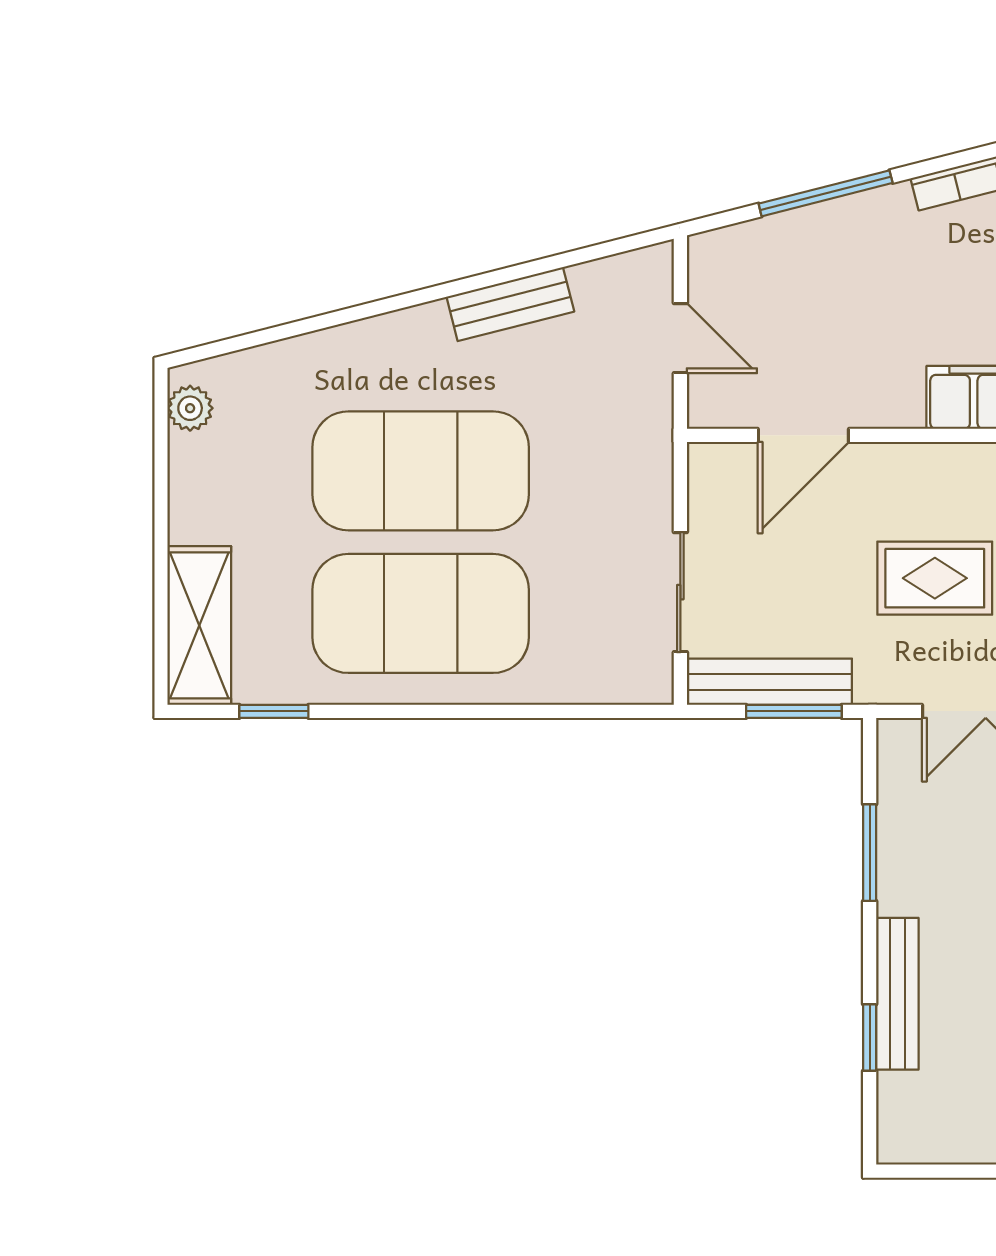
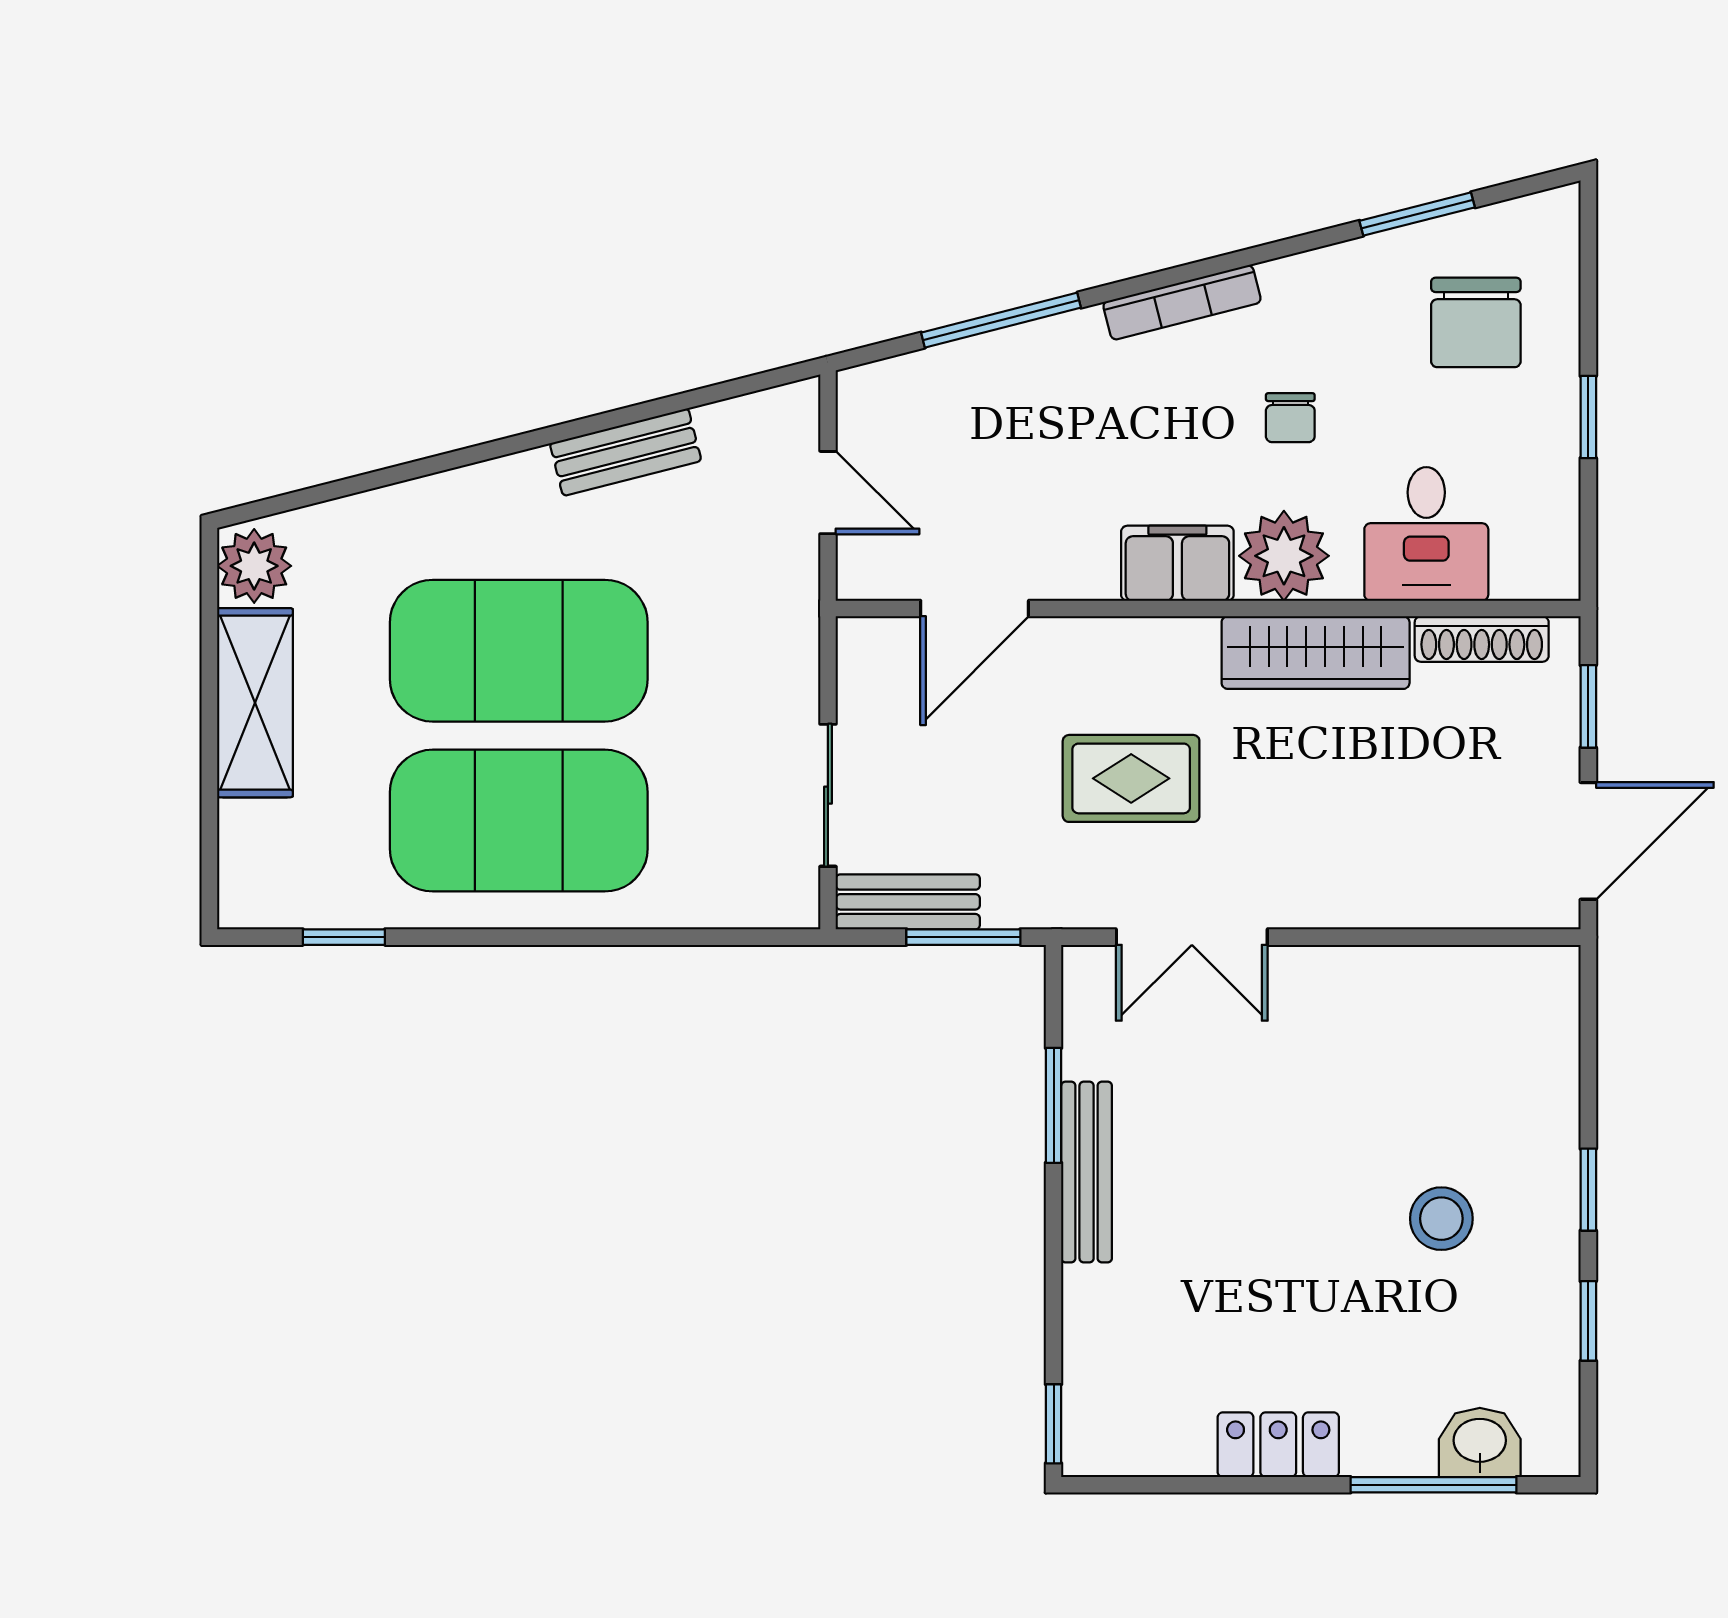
plant: (190, 408) -> (254, 566), width x1.38, depth x1.38
shelving: (199, 625) -> (255, 703), moved
bench: (769, 682) -> (908, 902), width x0.73
bench: (897, 994) -> (1087, 1172), moved
window: (870, 1037) -> (1054, 1424), moved

